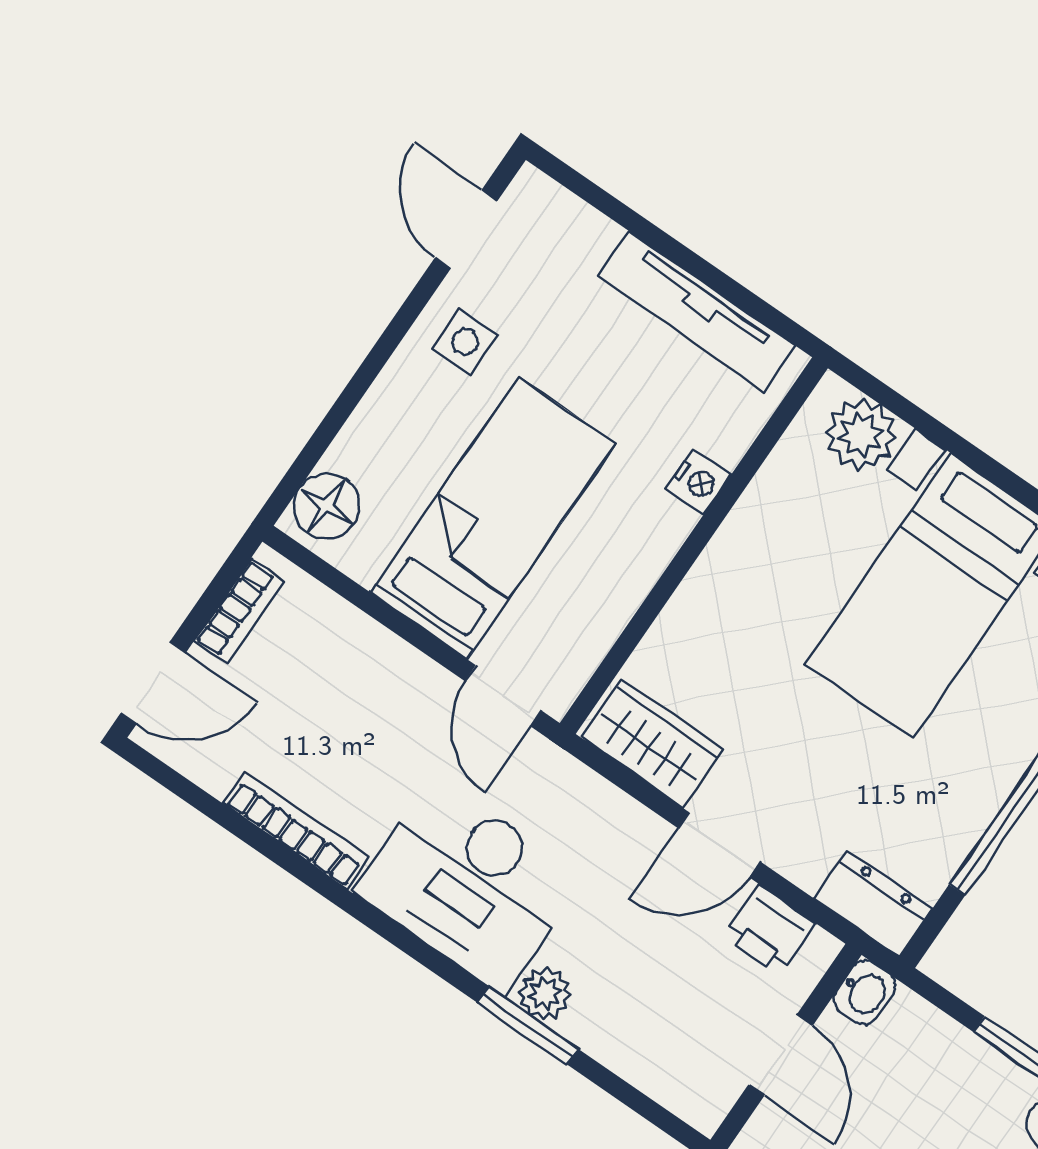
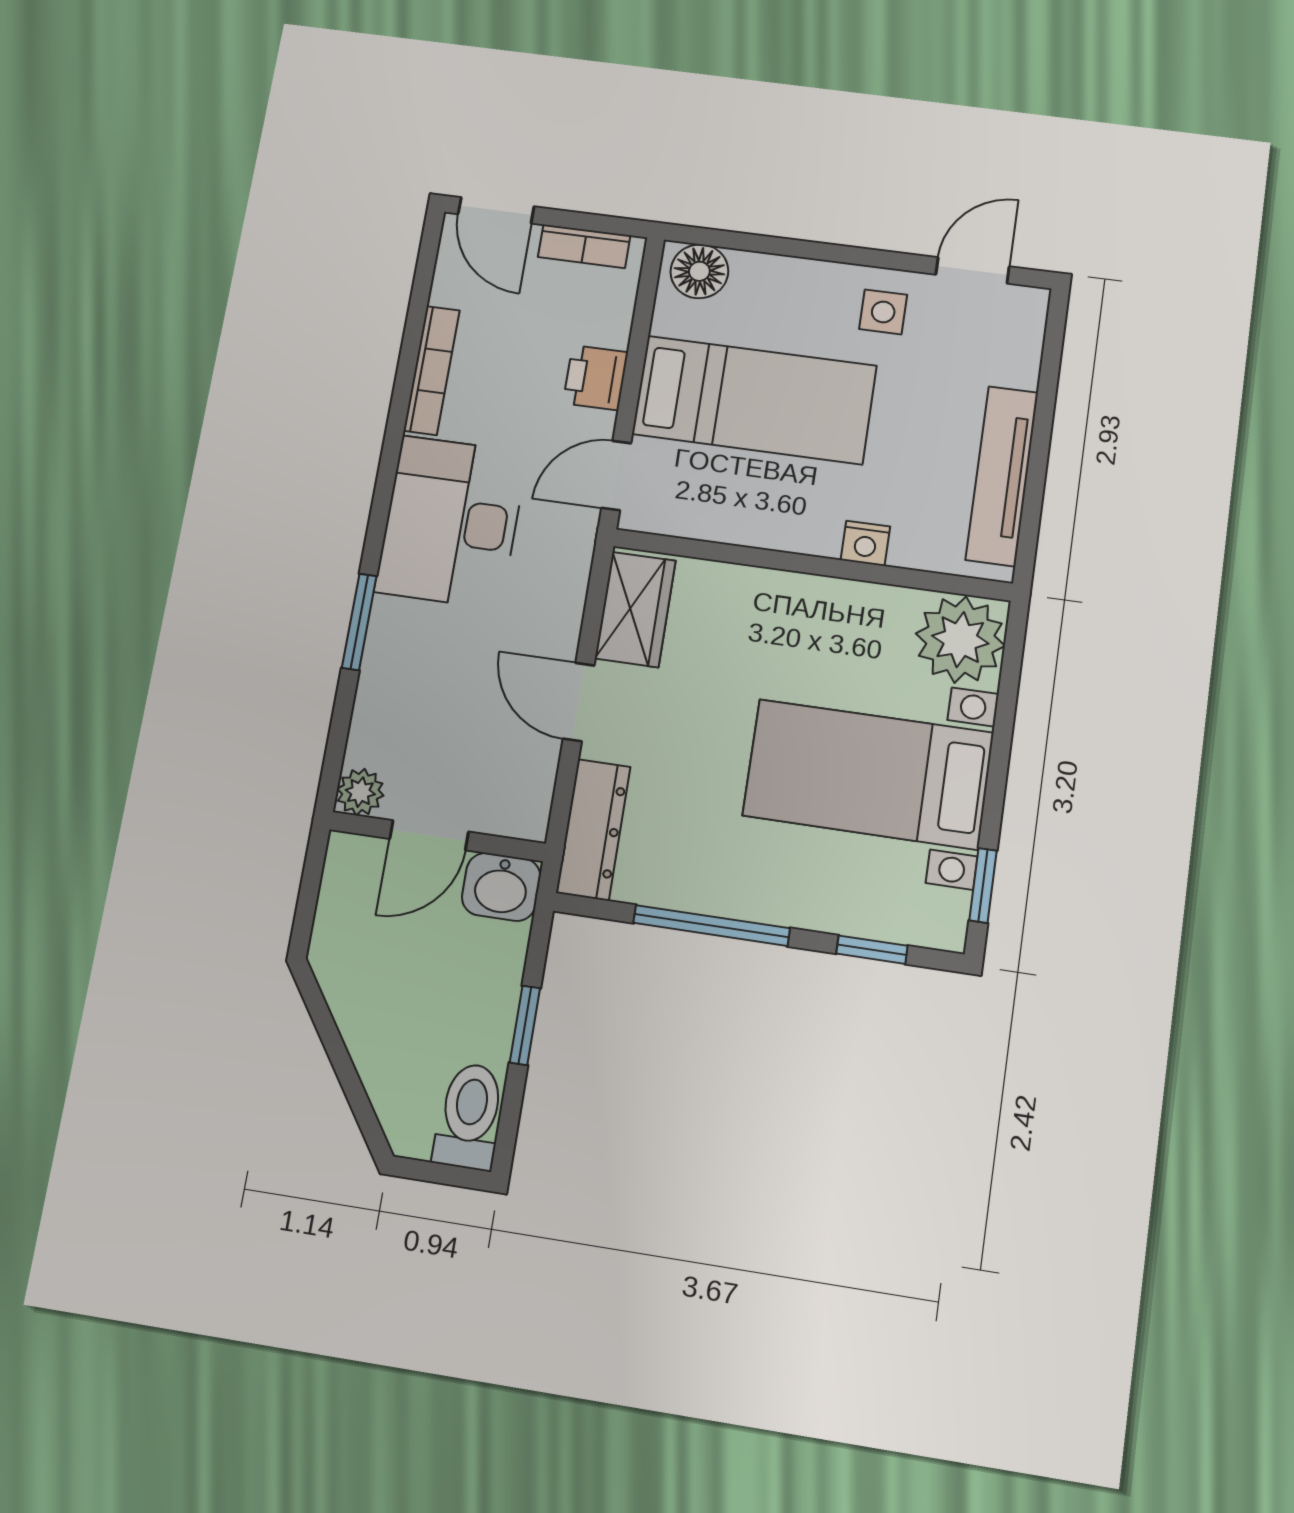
plant: (861, 435) -> (960, 640), width x1.36, depth x1.36
dresser: (873, 904) -> (593, 830), width x1.44
printer: (769, 930) -> (596, 378), moved
washbasin: (864, 992) -> (501, 887), width x1.38, depth x1.45
plant: (545, 994) -> (360, 792), moved

